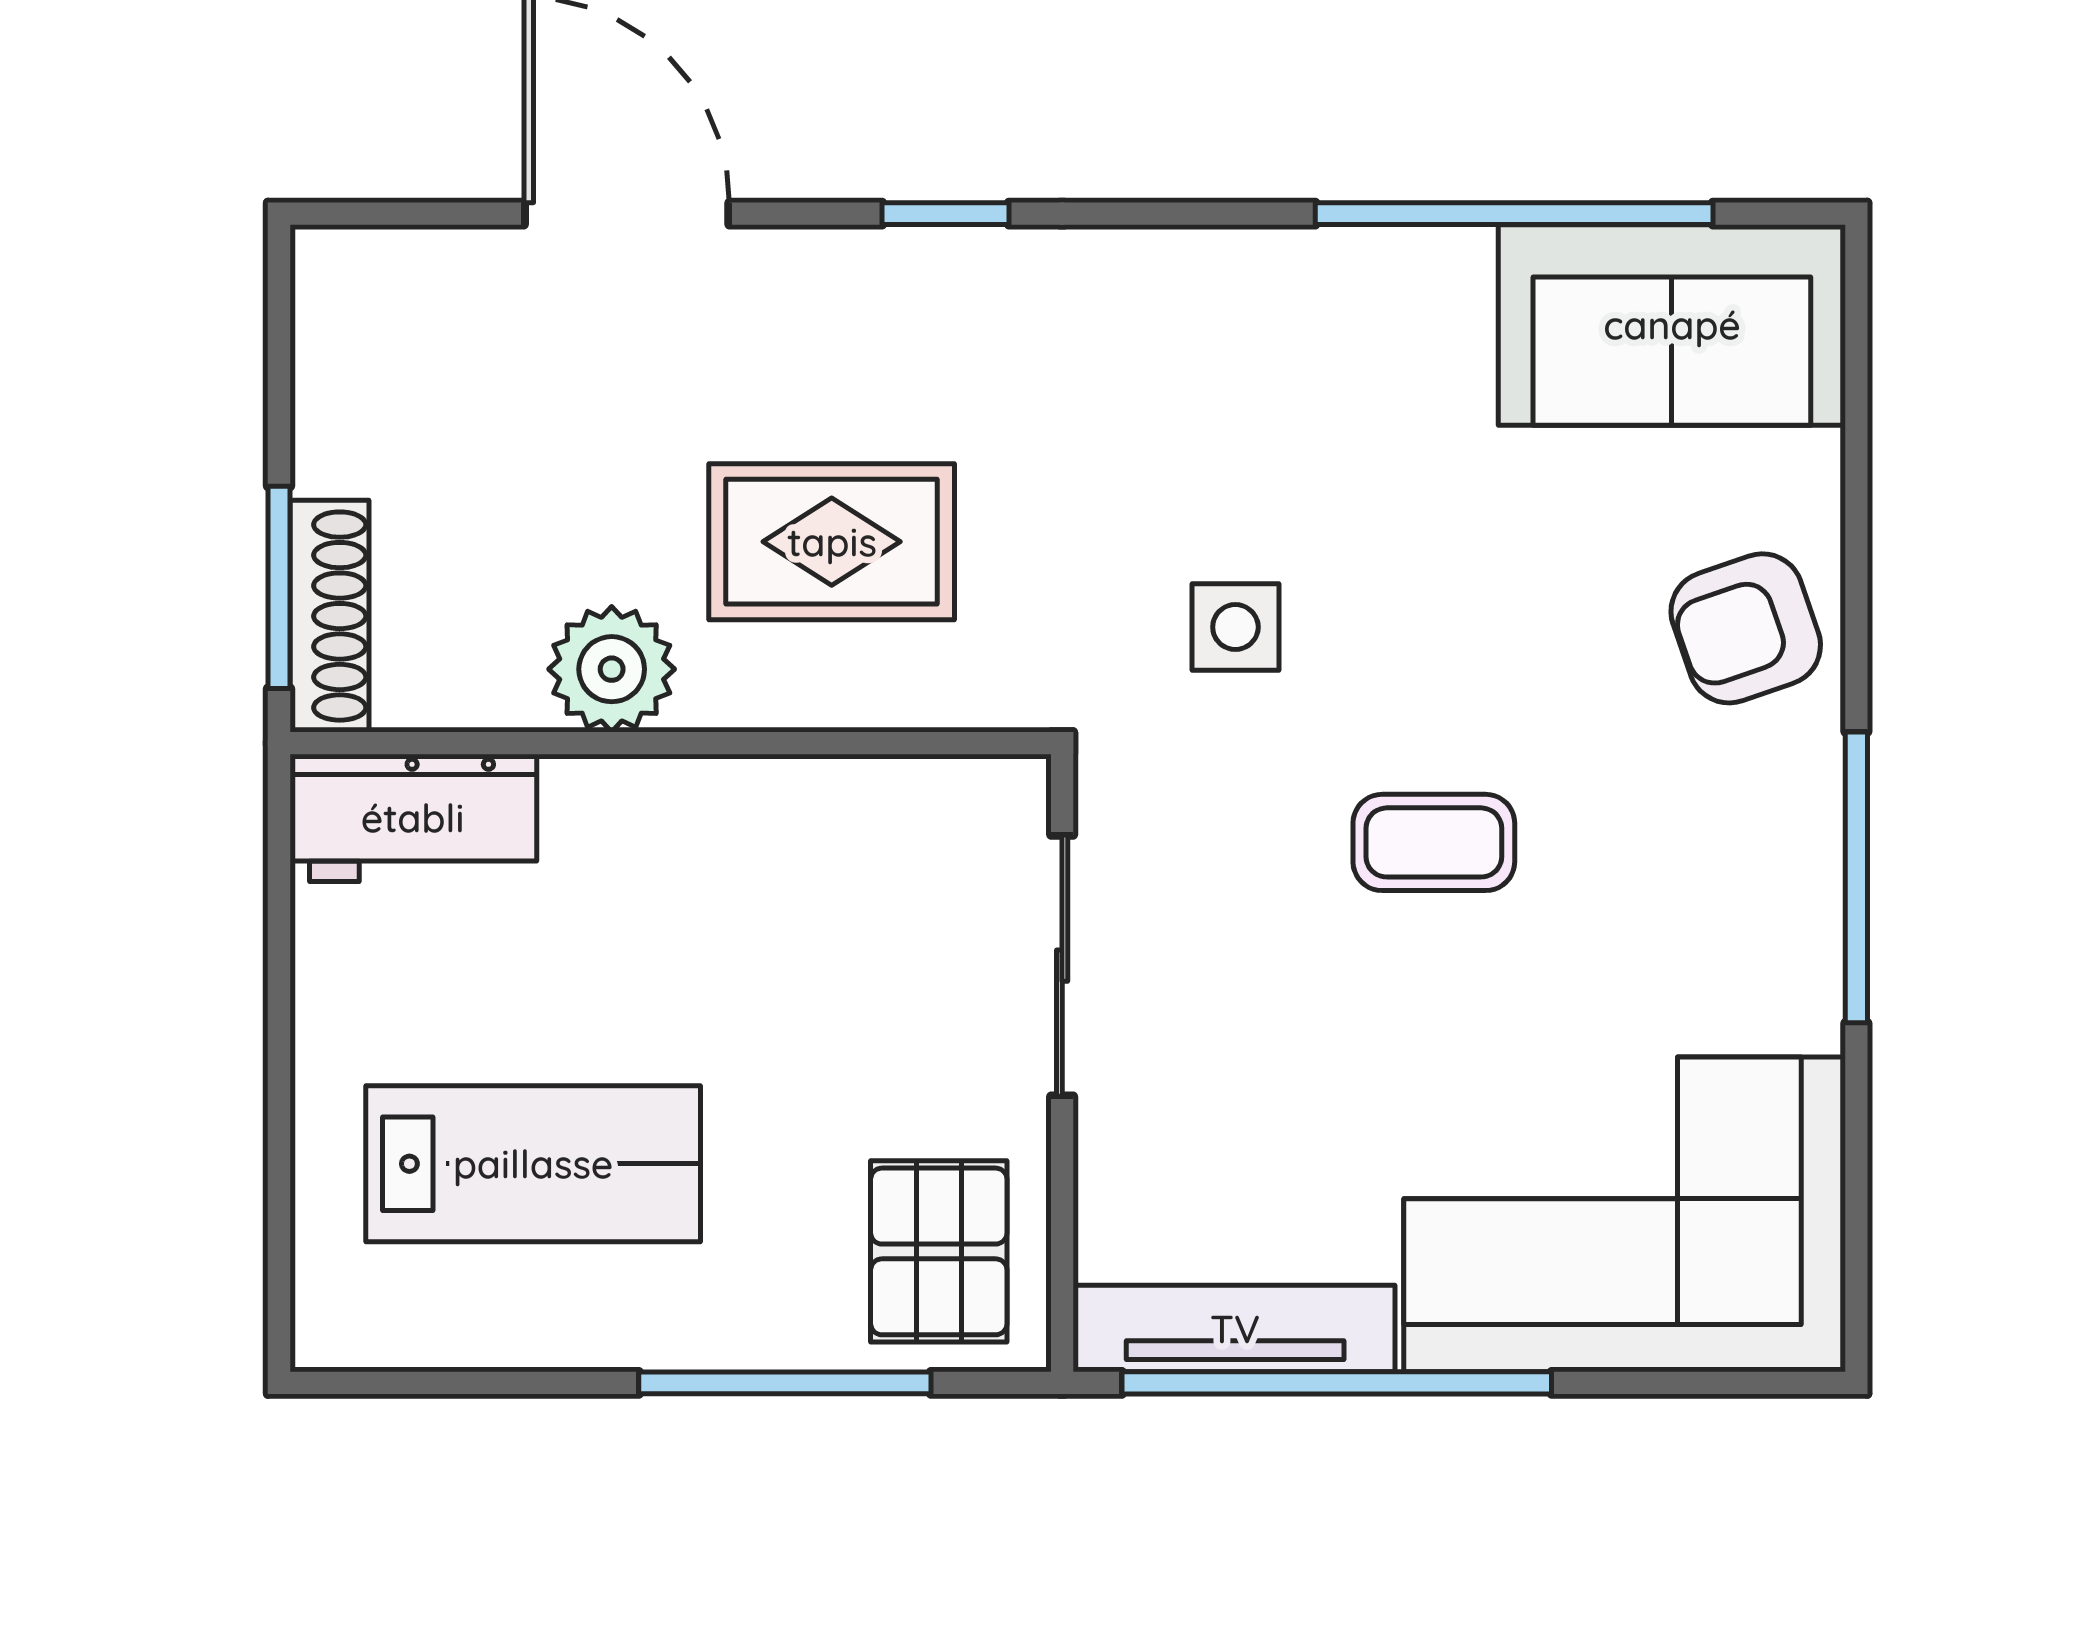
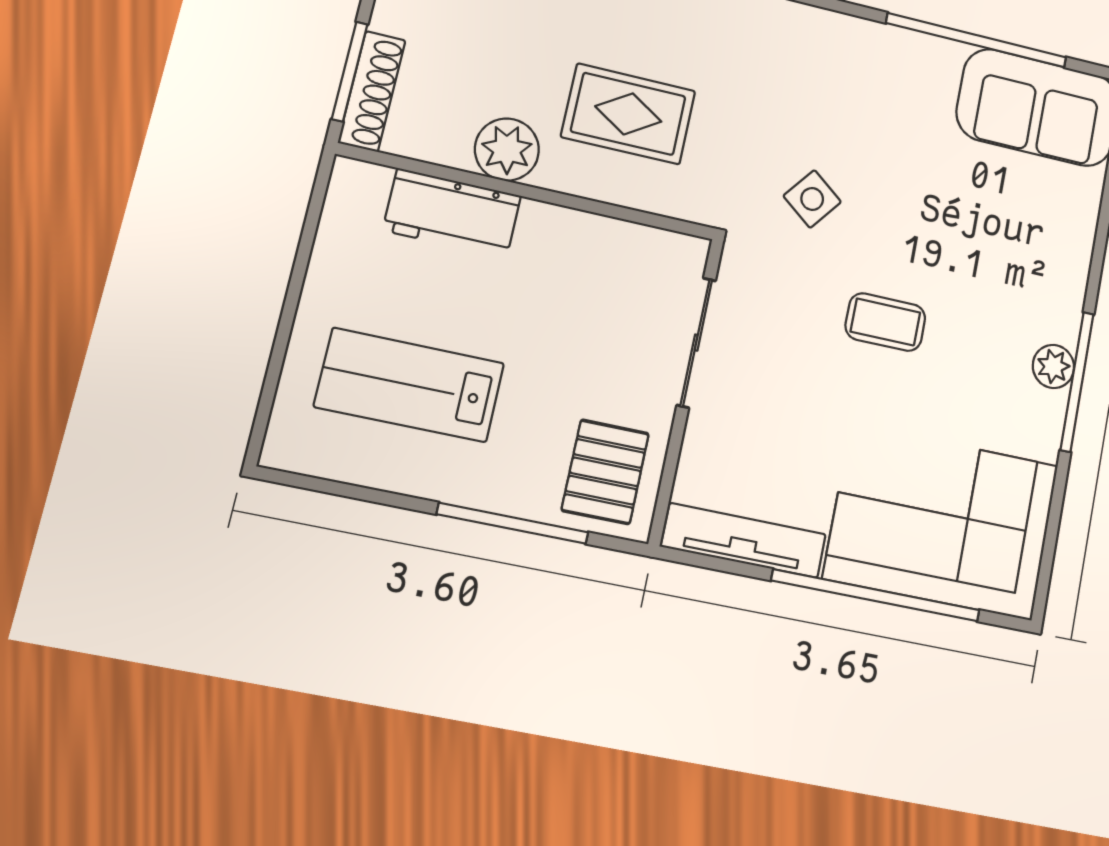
side table: (1235, 627) -> (812, 199), turned 38
armchair: (1746, 628) -> (1047, 254), removed
workbench: (413, 818) -> (452, 213), moved
plant: (1801, 857) -> (1053, 366), added
lab bench: (533, 1164) -> (410, 385), turned 180
window: (1337, 1383) -> (876, 595), moved

